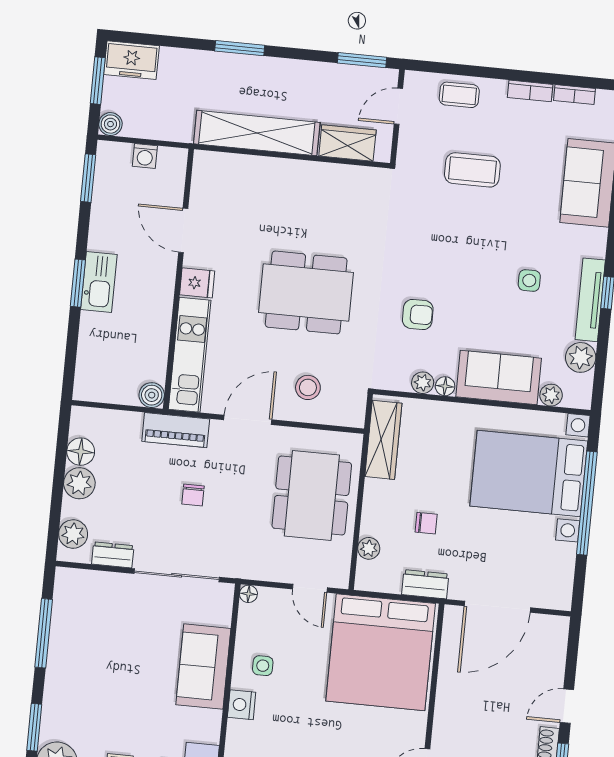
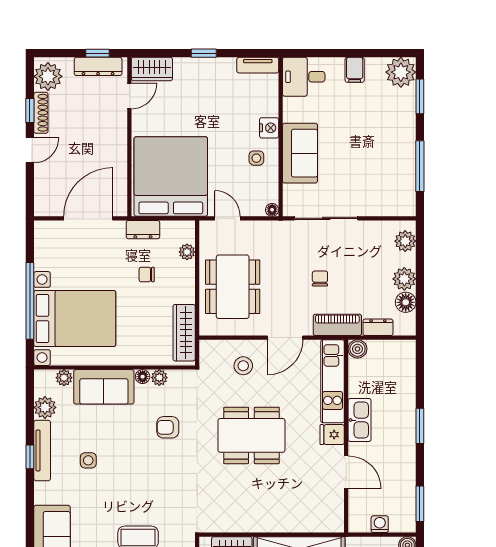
kitchen sink: (99, 282) -> (360, 420), moved, turned 180
dresser: (113, 555) -> (378, 327), moved, turned 180

